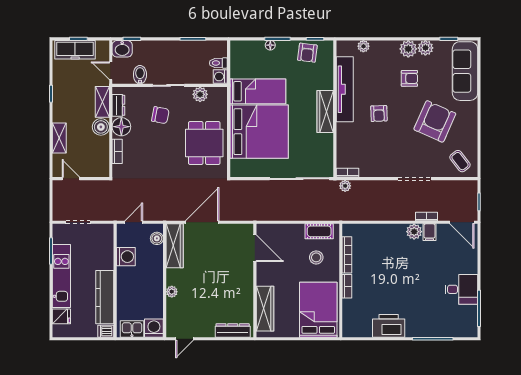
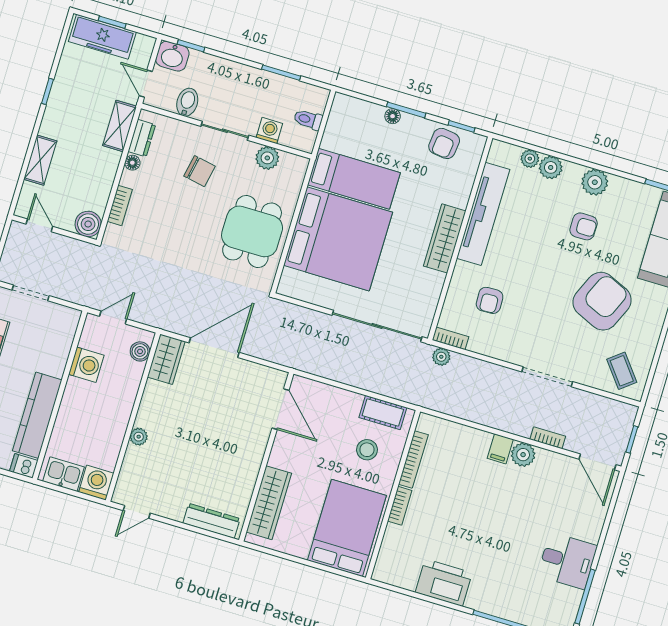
plant: (425, 48) -> (551, 167), moved
washing machine: (220, 77) -> (269, 131), moved, turned 90
armchair: (379, 113) -> (490, 300), moved
boiler: (101, 127) -> (88, 224), moved
floor lamp: (121, 127) -> (132, 163), width x0.53, depth x0.53
filing cabinet: (429, 232) -> (500, 449), moved
wardrobe: (175, 246) -> (166, 359), width x0.67

